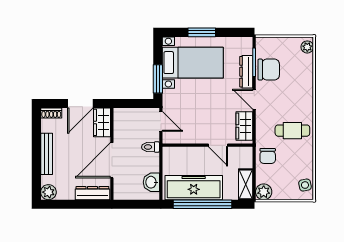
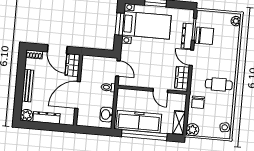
window: (158, 79) -> (120, 24), moved
door: (80, 104) -> (57, 49), hinge flipped
dresser: (92, 193) -> (46, 118), moved

